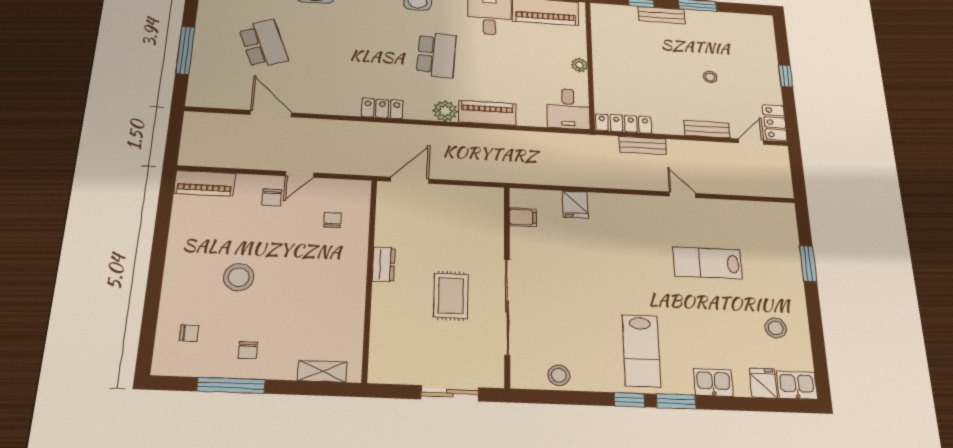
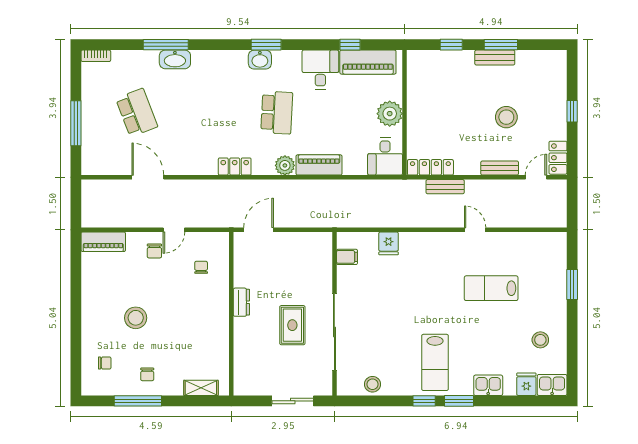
bench: (662, 15) -> (495, 58), moved
plant: (579, 65) -> (390, 114), width x1.87, depth x1.87
stool: (710, 77) -> (506, 117), width x1.89, depth x1.89

